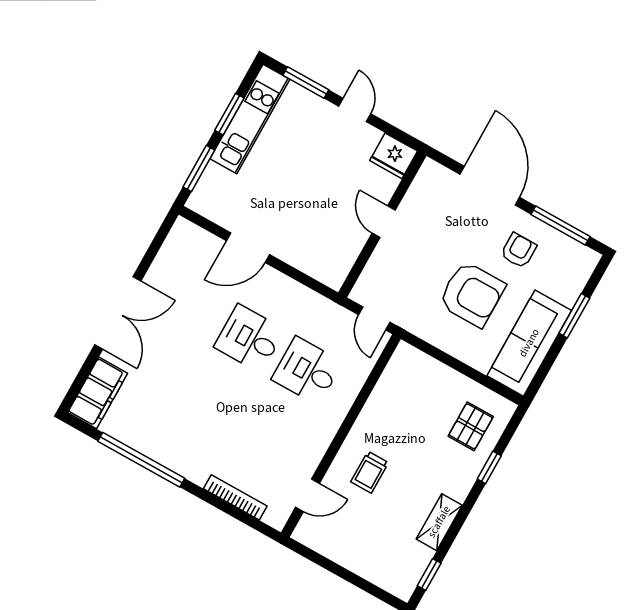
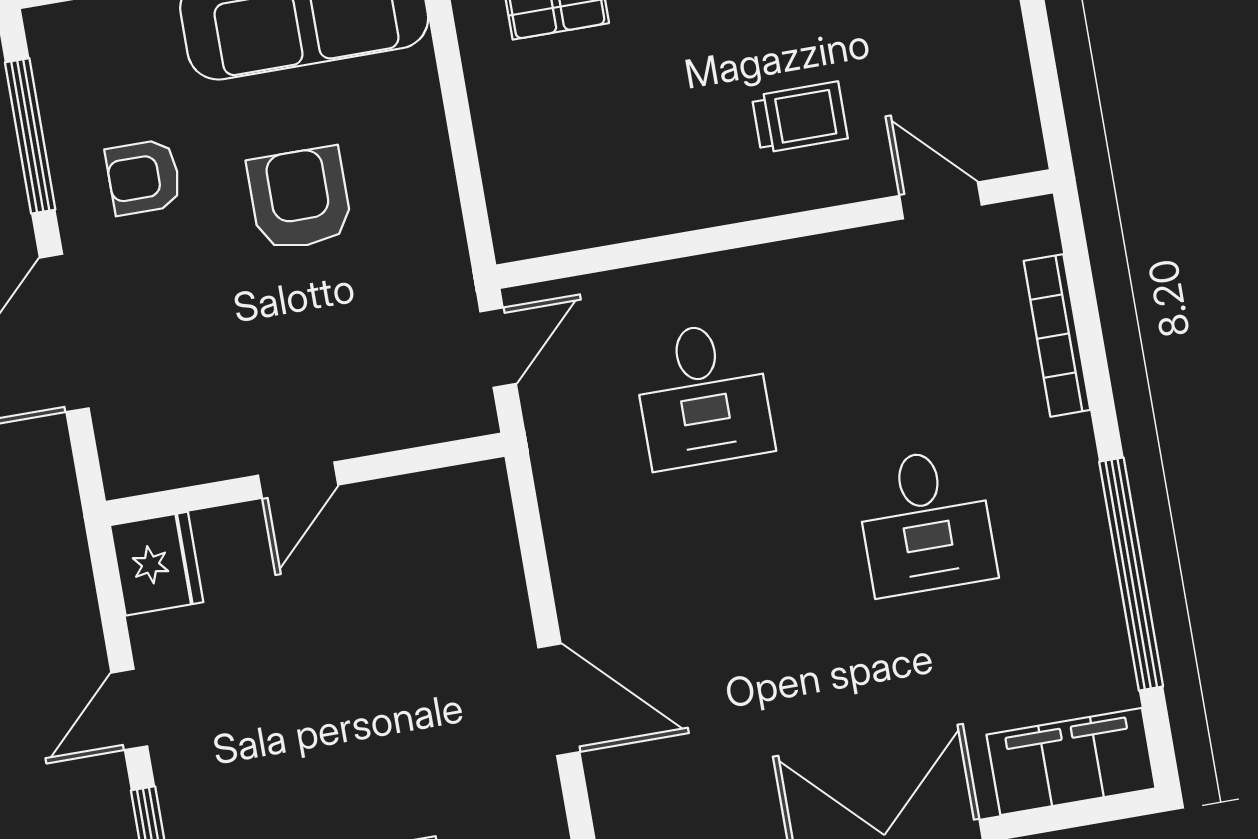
armchair: (472, 294) -> (300, 199), width x0.73, depth x0.73
desk: (249, 338) -> (926, 522), moved

